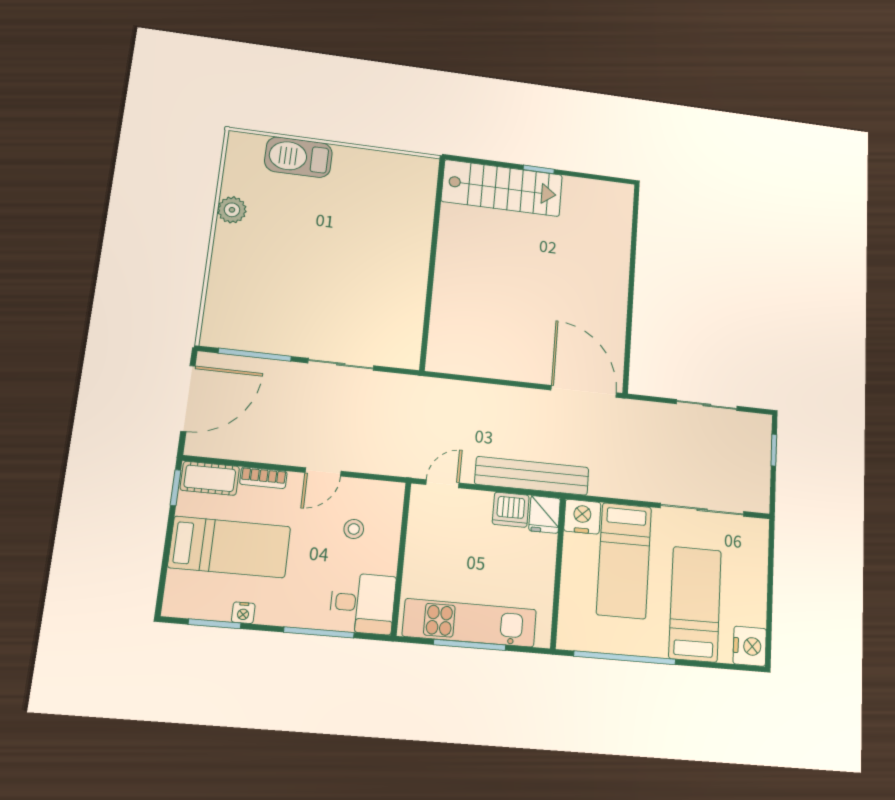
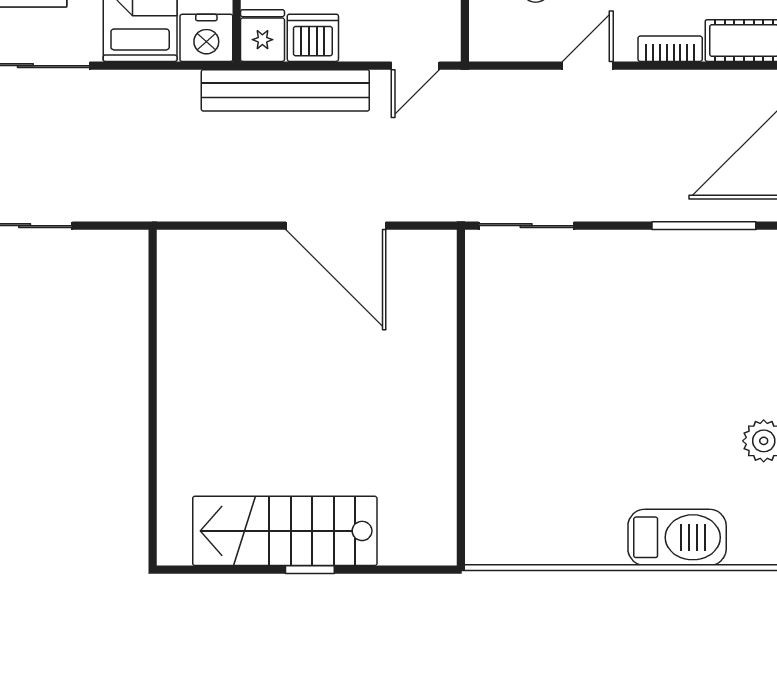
stairs: (502, 188) -> (285, 531), moved
sliding door: (341, 364) -> (526, 226), moved
door: (584, 391) -> (336, 226), moved

